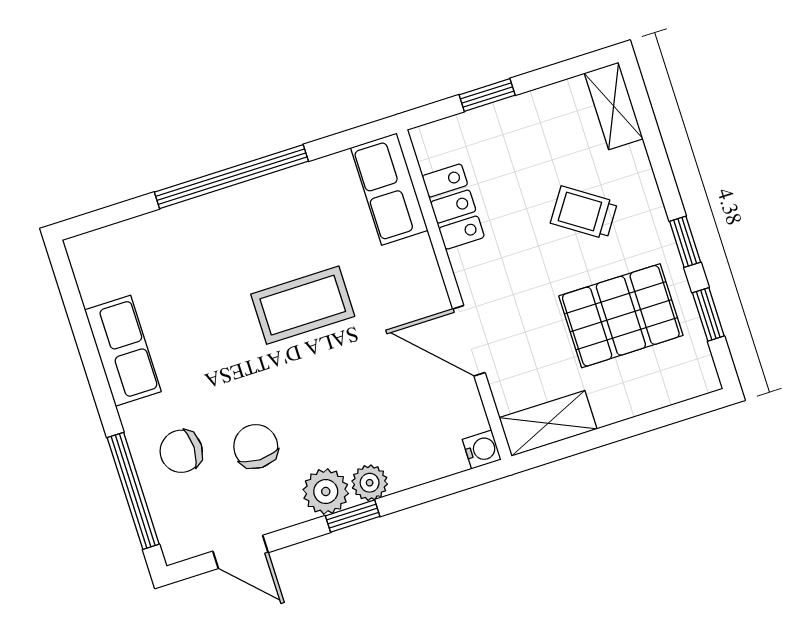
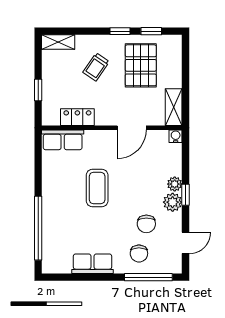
window: (231, 177) -> (38, 228), moved
chair: (256, 446) -> (146, 224), turned -90

